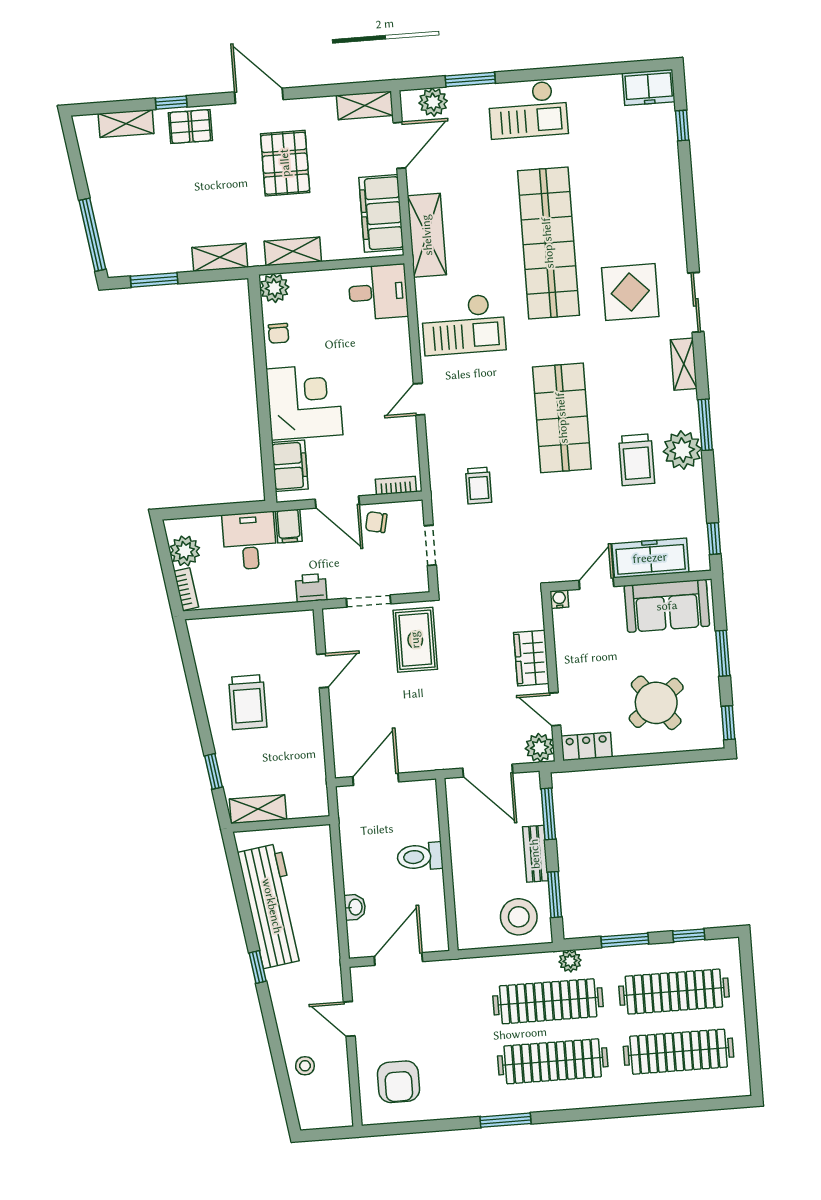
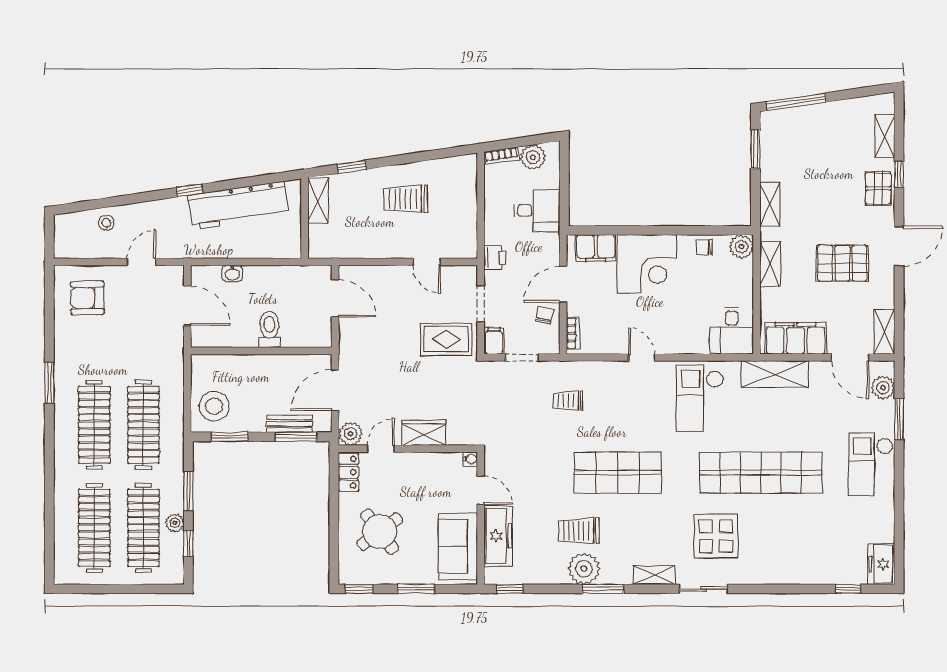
filing cabinet: (289, 526) -> (494, 341), moved, turned 90
bench: (535, 854) -> (289, 424), moved
plant: (570, 961) -> (175, 523), moved

